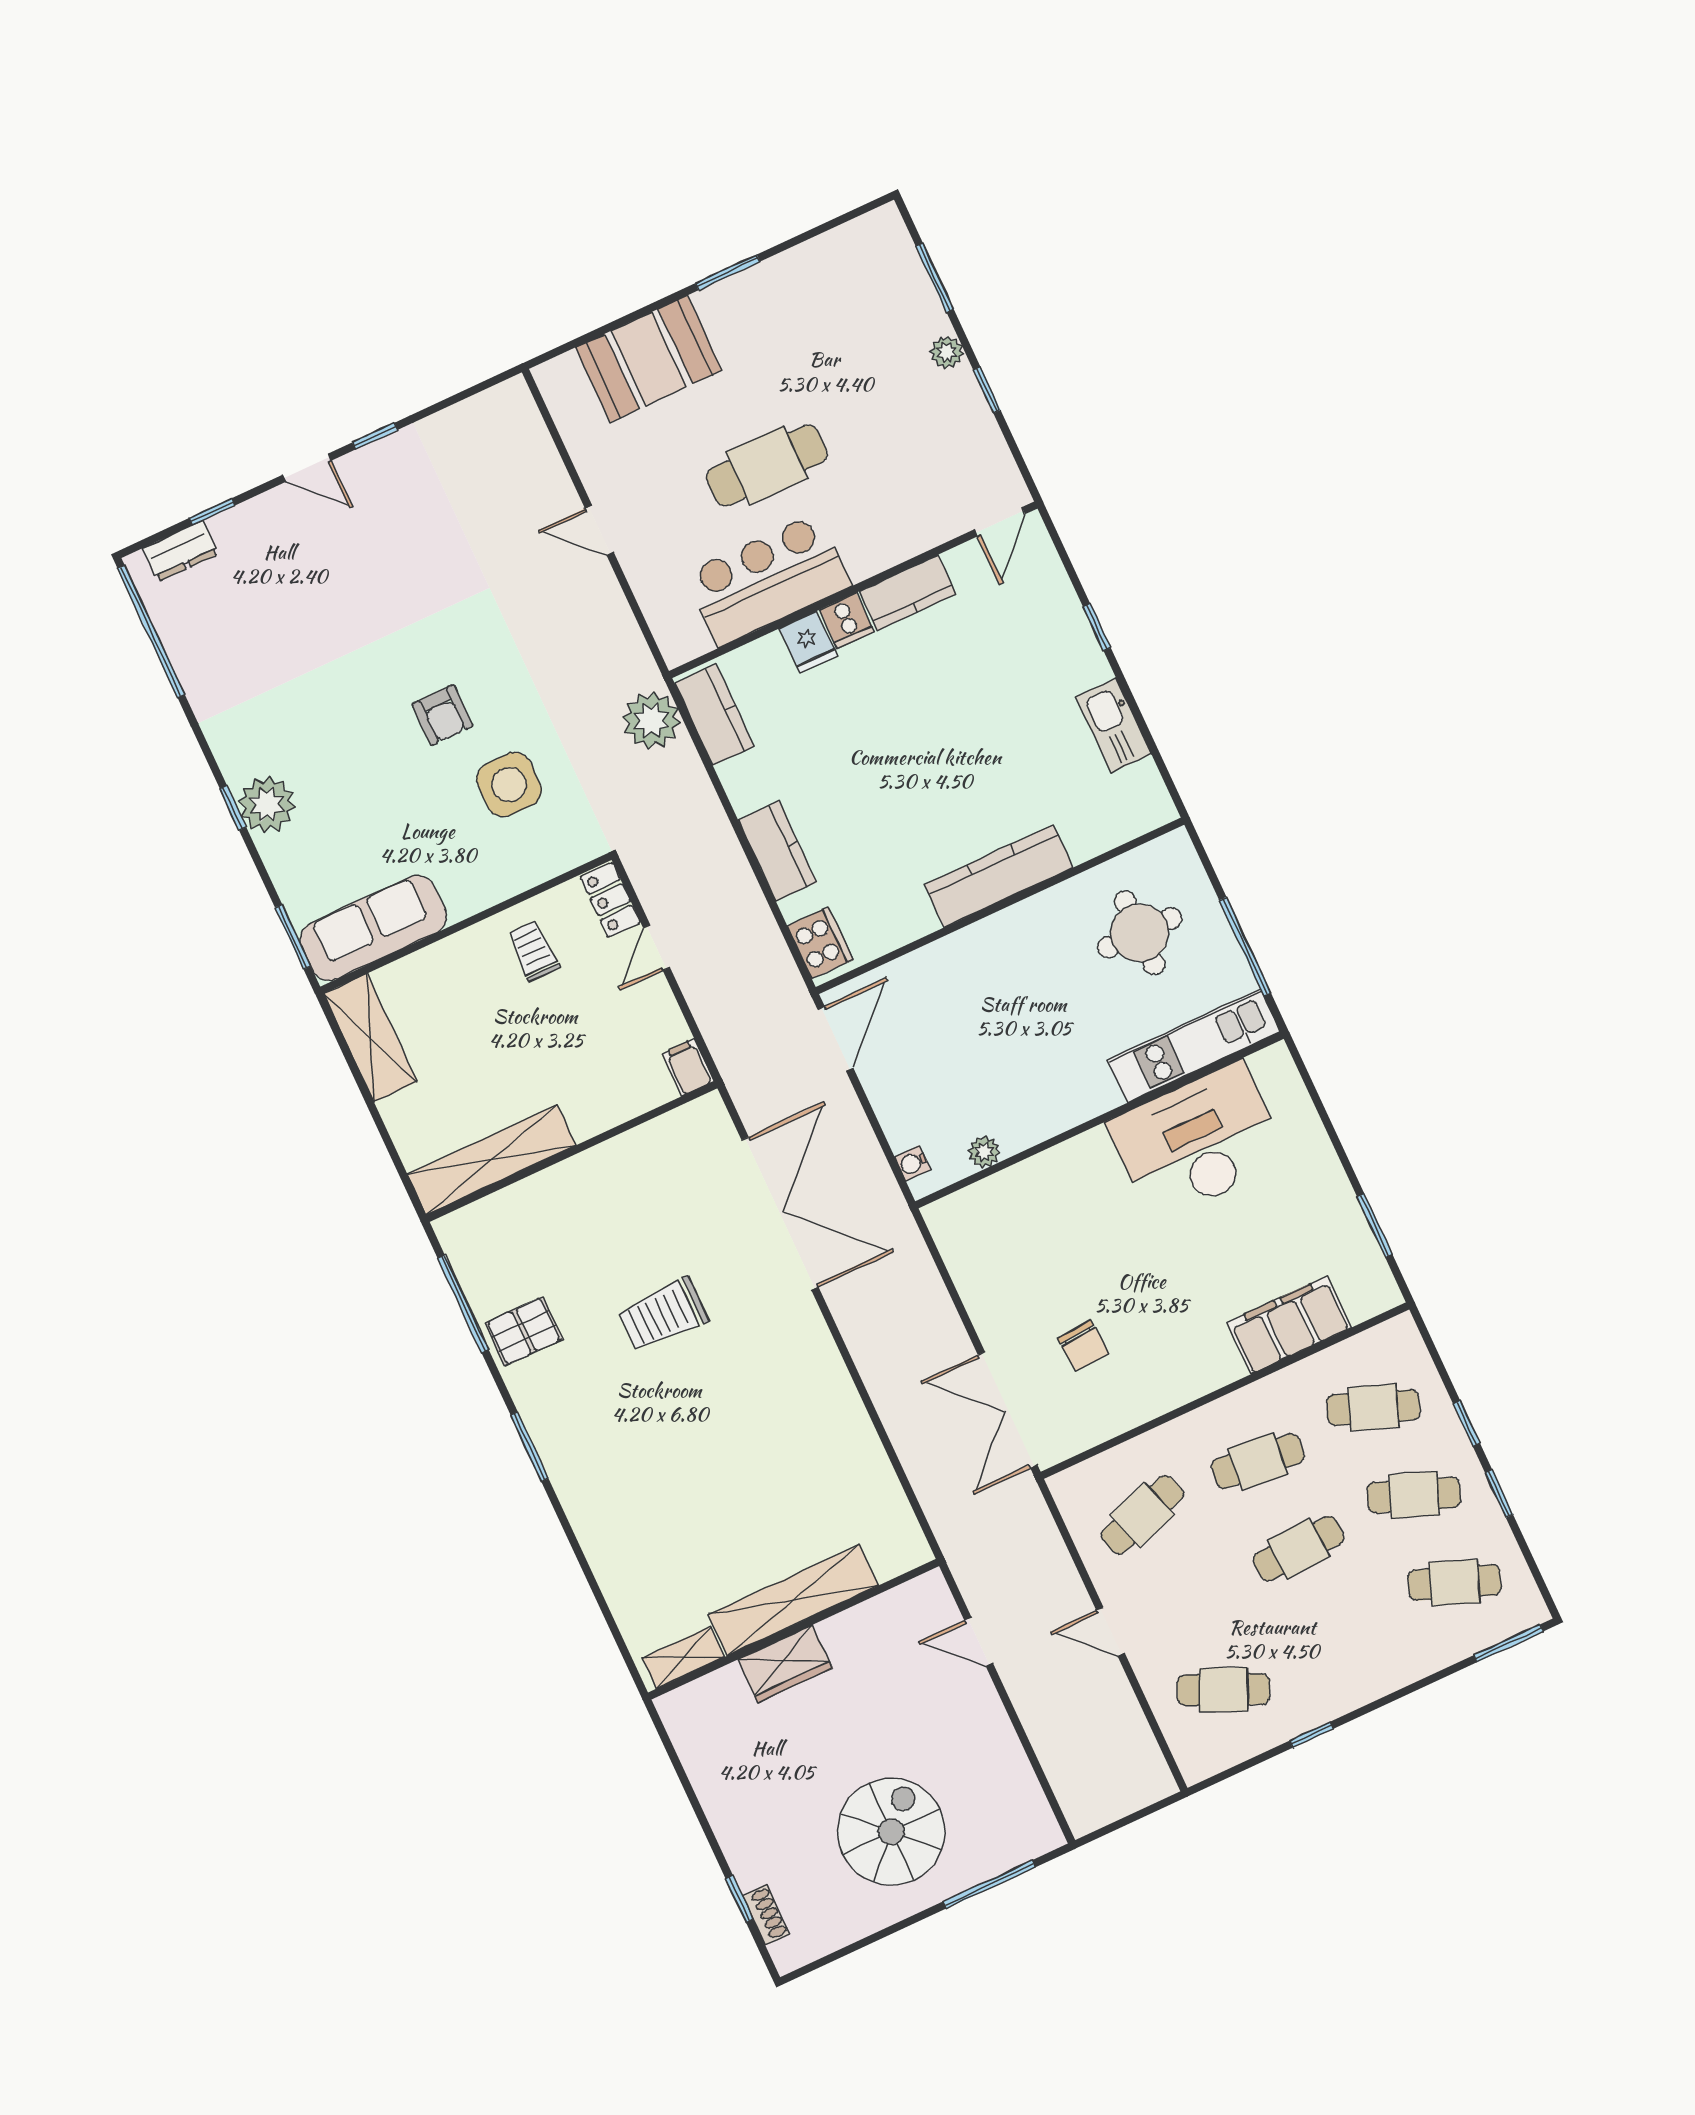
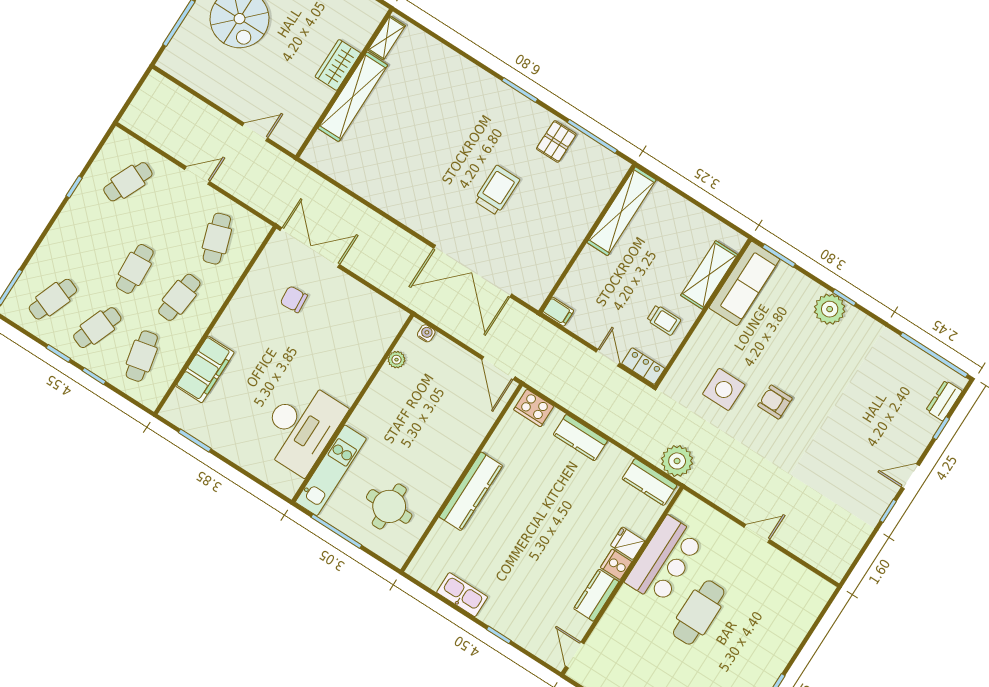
booth: (649, 359) -> (785, 627), removed
shelving: (370, 1038) -> (709, 275), moved, turned 90
cafe table: (1373, 1408) -> (142, 356), turned -33

